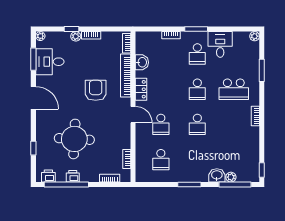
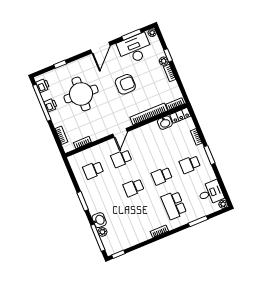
desk: (220, 44) -> (211, 193), moved
desk: (50, 62) -> (135, 49), width x1.37
locker: (141, 89) -> (180, 115), moved
armchair: (96, 90) -> (125, 84), moved

